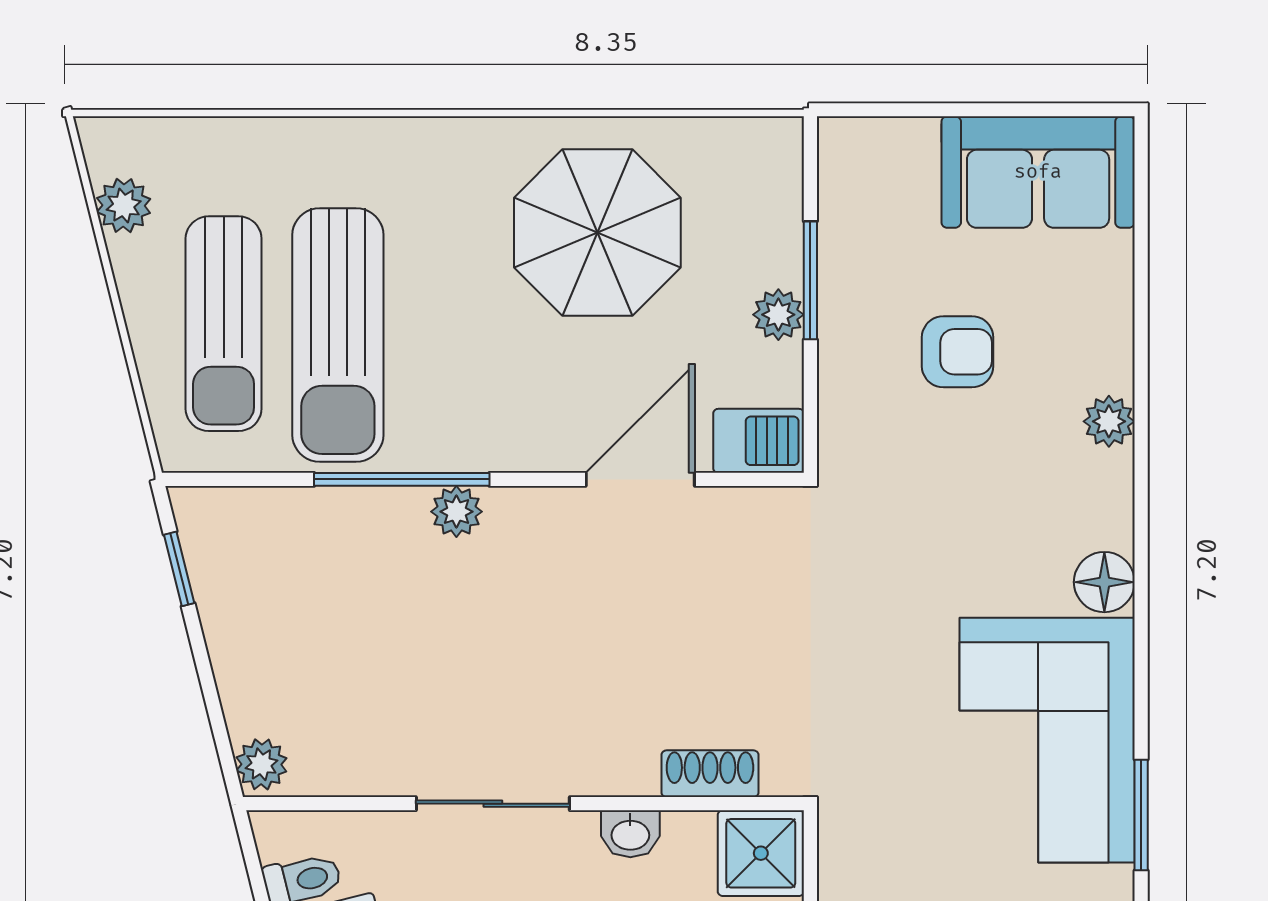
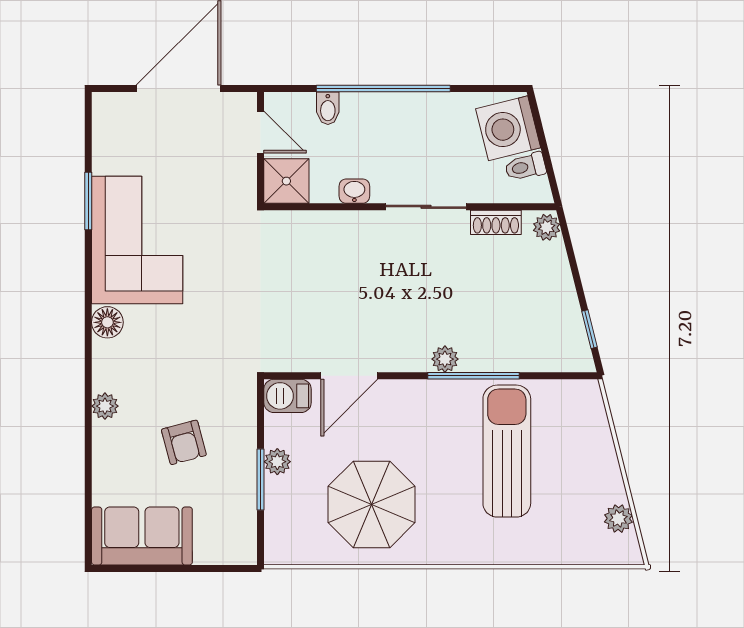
sun lounger: (224, 324) -> (566, 457), removed
armchair: (958, 352) -> (184, 442), turned -105
shoe rack: (710, 774) -> (496, 222), moved

